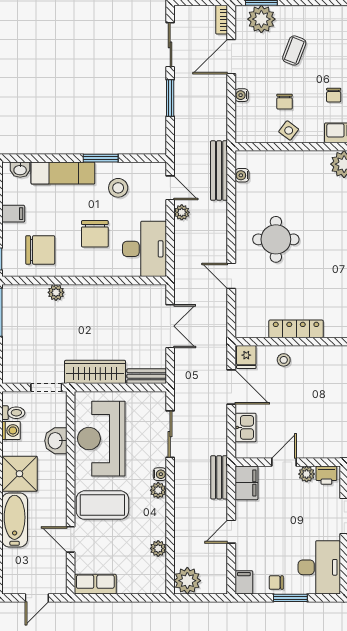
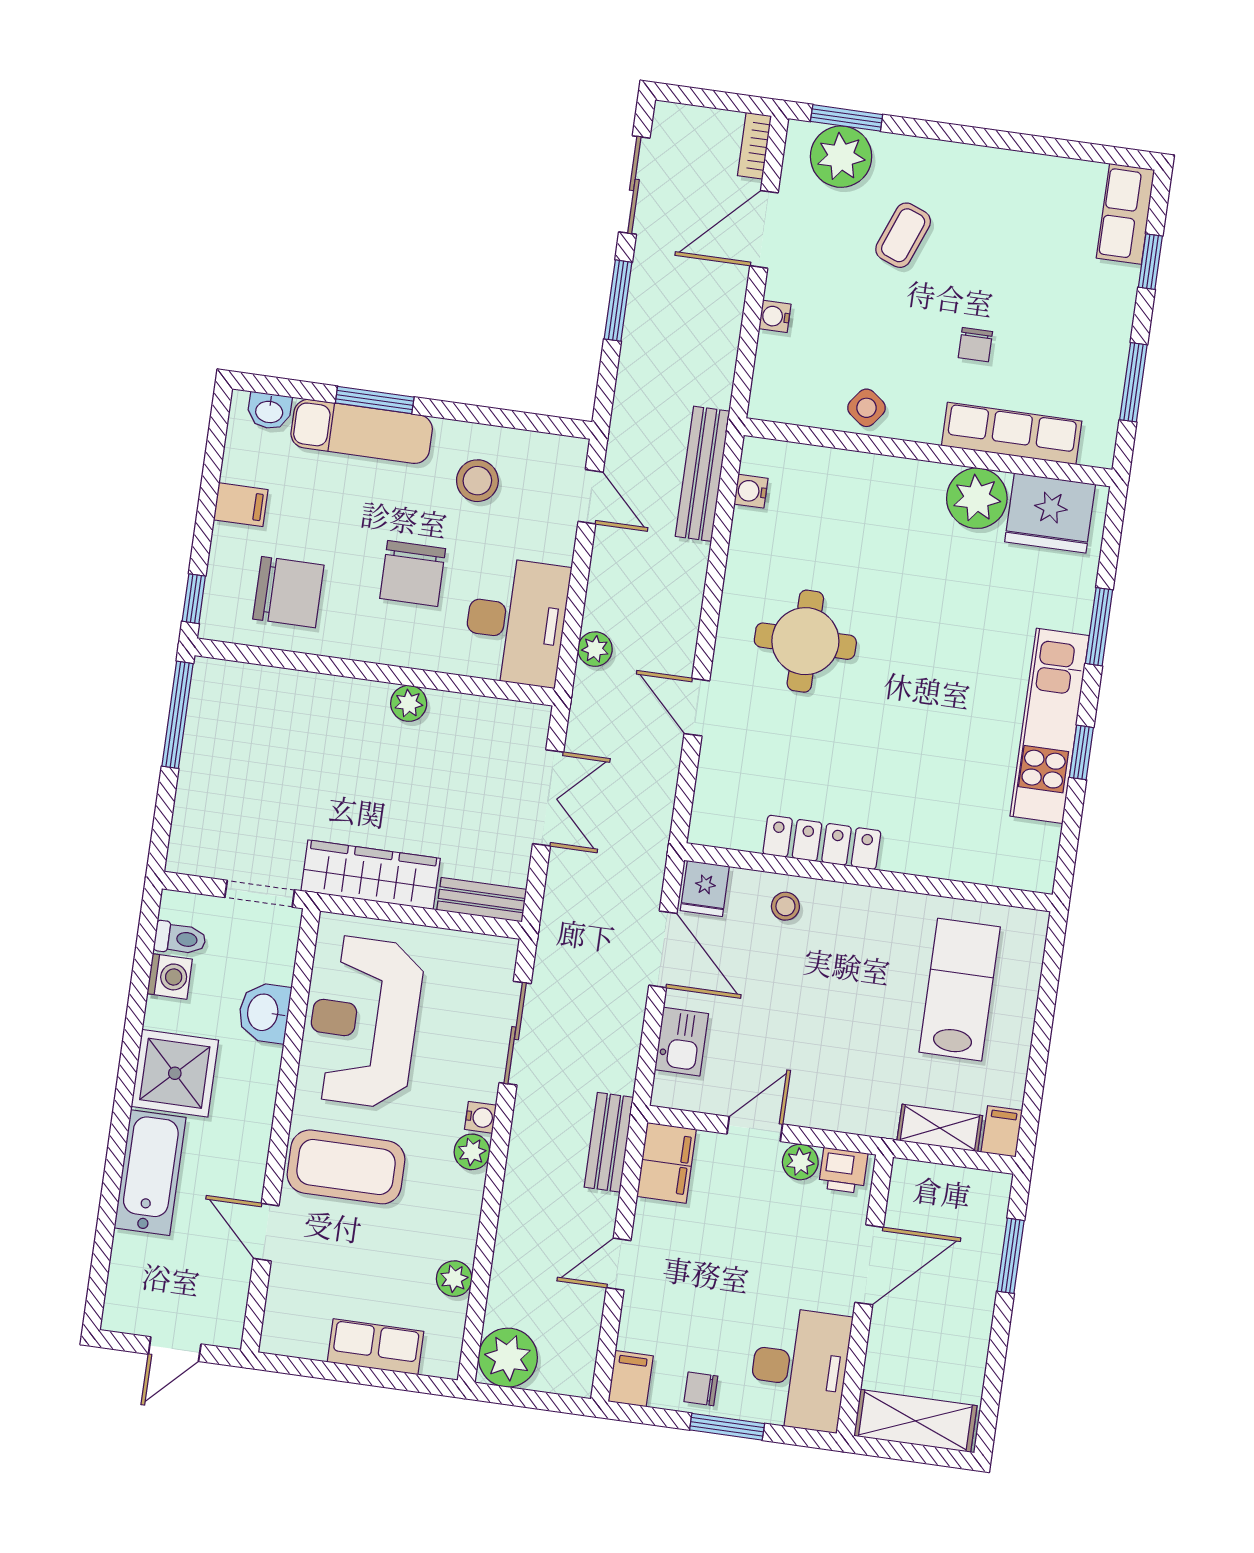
chair: (285, 102) -> (866, 344), removed
window: (101, 158) -> (375, 400), moved
plant: (182, 212) -> (595, 649), moved
plant: (56, 292) -> (409, 703), moved
row of seats: (95, 584) -> (376, 1347), moved

